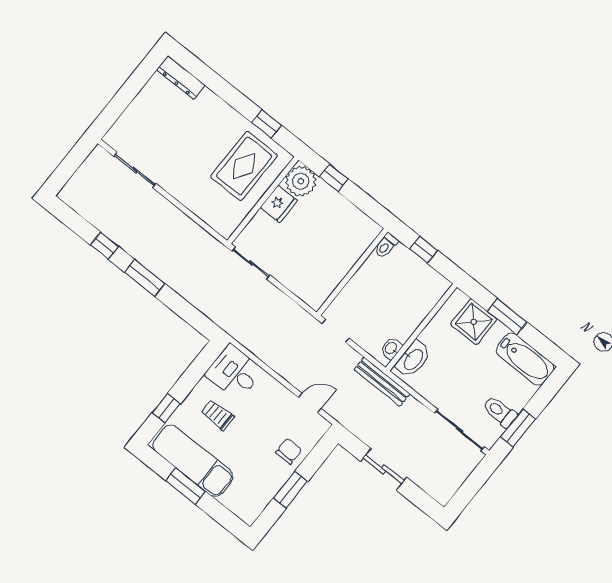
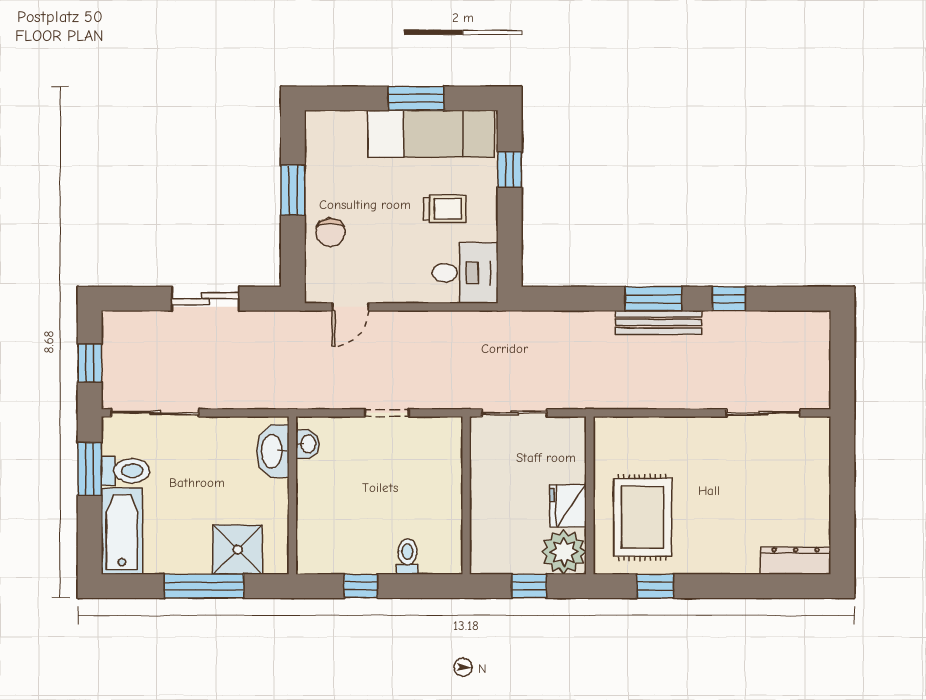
sliding door: (251, 263) -> (514, 413), moved
wall: (352, 272) -> (466, 495), moved
window: (507, 317) -> (204, 586), width x1.44
bathtub: (525, 359) -> (122, 531), moved, turned 90
bench: (382, 382) -> (658, 323), moved
window: (473, 484) -> (90, 363), added

